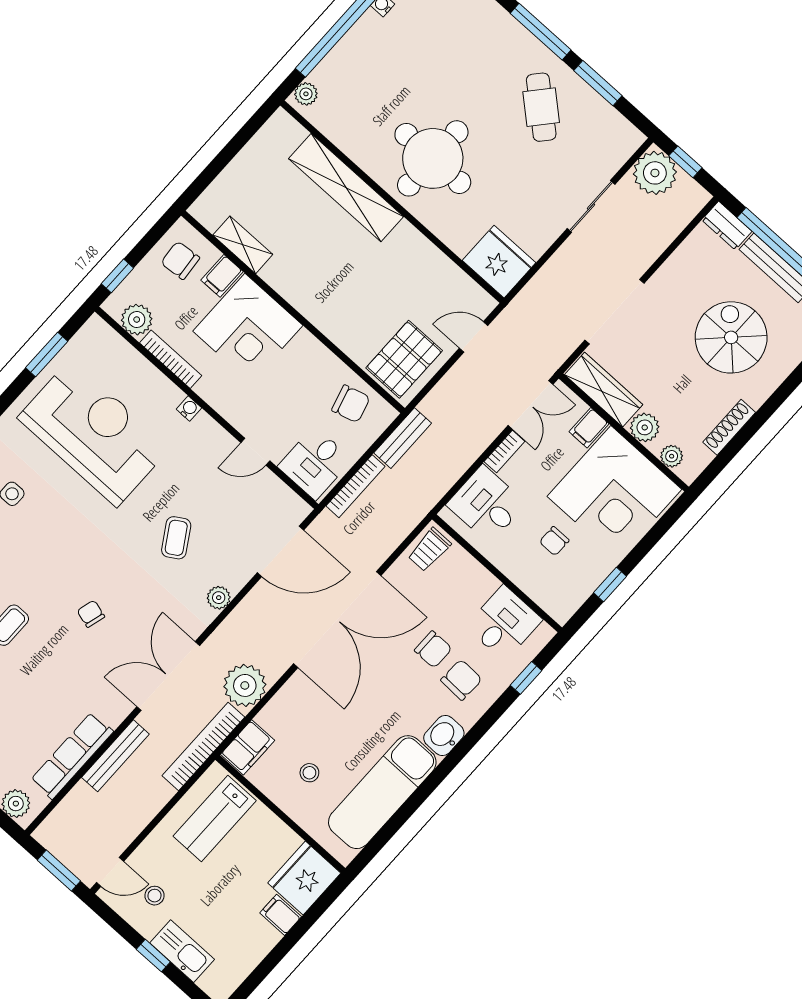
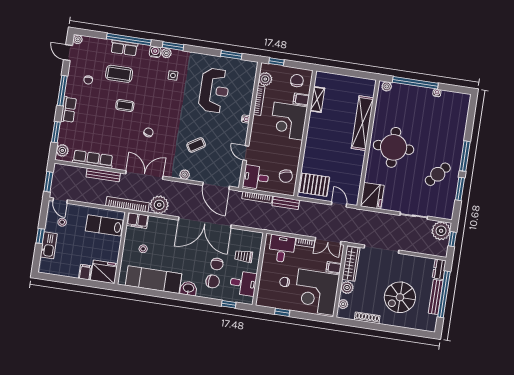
spiral stairs: (731, 337) -> (400, 297), turned 180
reception desk: (94, 433) -> (214, 90), width x0.74, depth x0.77
trolley: (429, 550) -> (244, 256), moved

